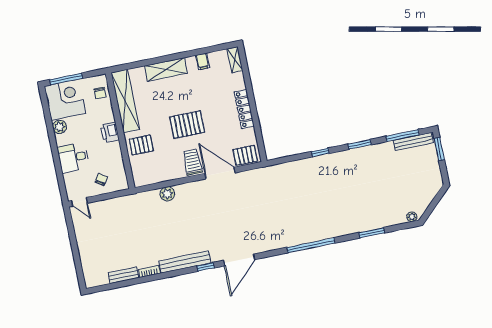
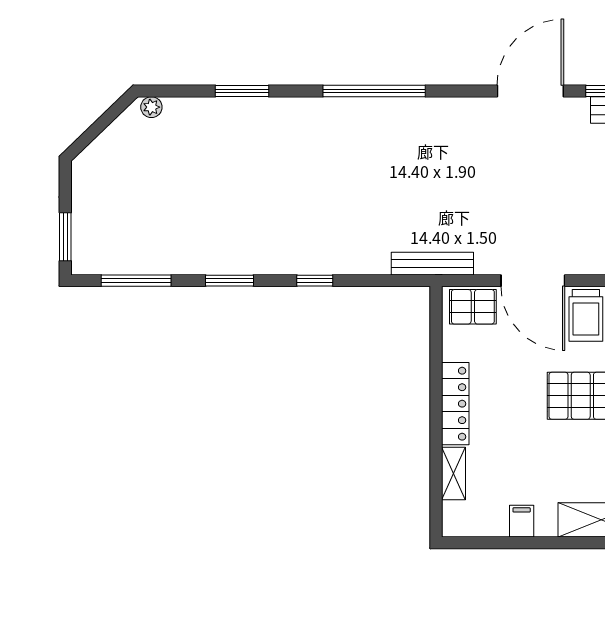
shelving: (235, 60) -> (454, 474), moved
bench: (413, 142) -> (432, 264), moved

